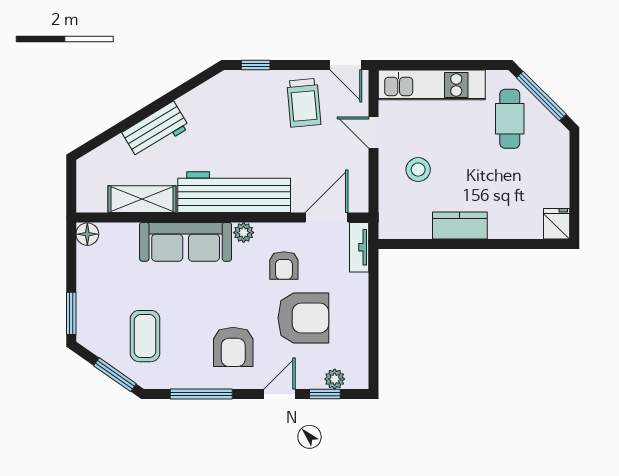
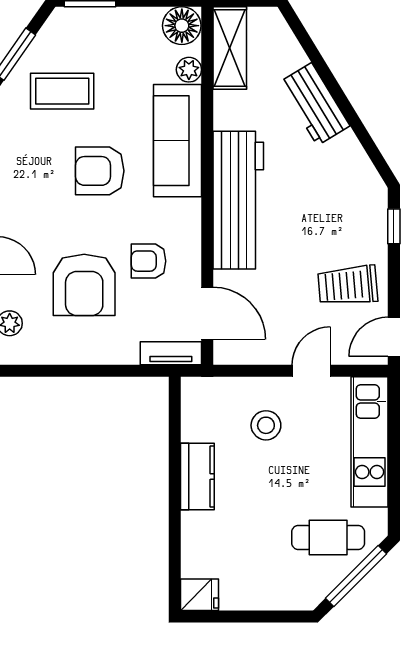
shelving: (142, 199) -> (230, 48), moved
plant: (244, 233) -> (189, 70), moved
floor lamp: (87, 234) -> (182, 26), width x1.38, depth x1.38
armchair: (233, 347) -> (100, 171), moved

